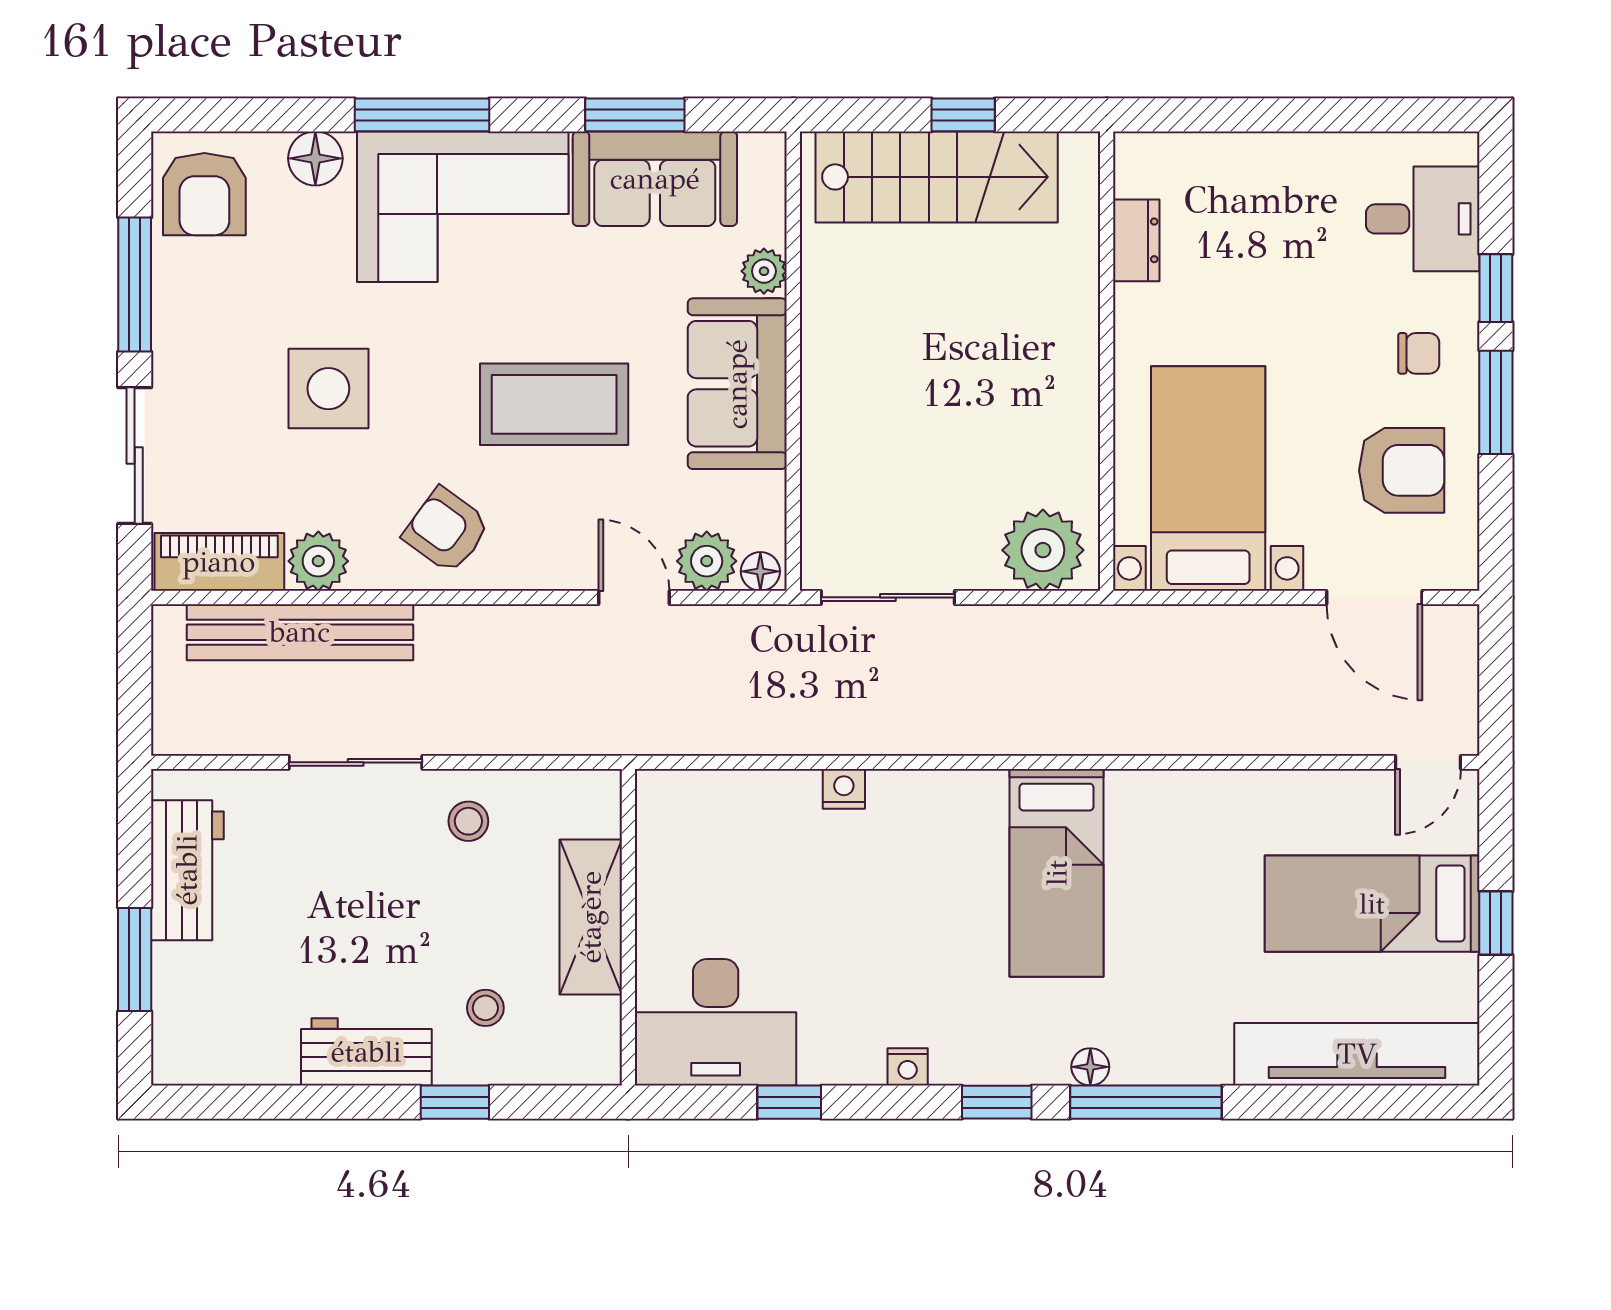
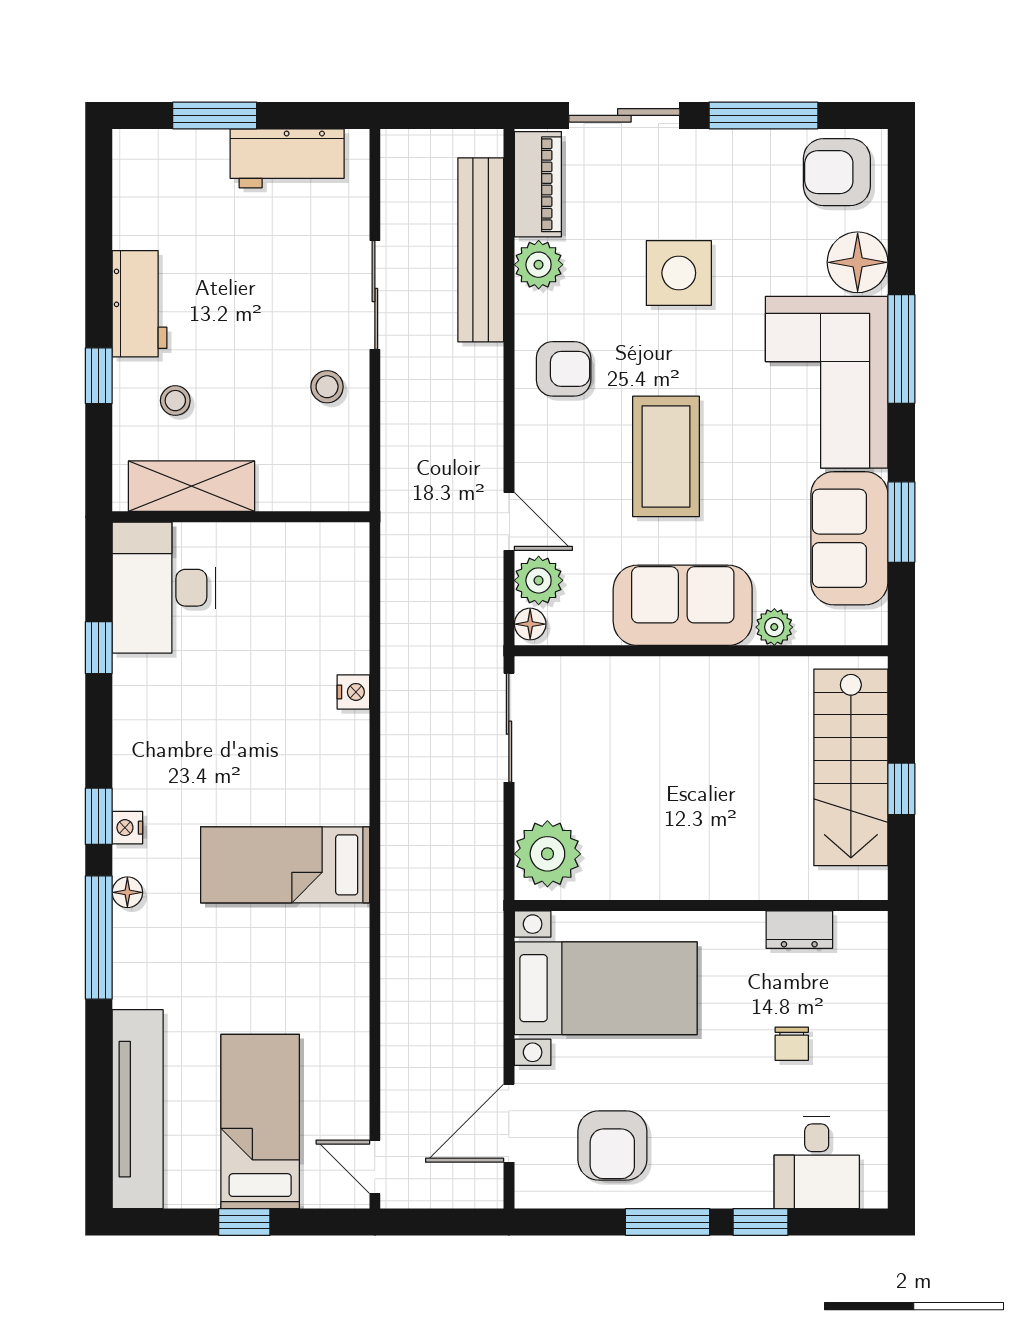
floor lamp: (315, 158) -> (858, 262), width x1.38, depth x1.38
chair: (1419, 353) -> (792, 1044), moved
armchair: (446, 530) -> (564, 369), turned 54
door: (634, 597) -> (509, 521), hinge flipped
shelving: (591, 917) -> (191, 486), moved
nightstand: (908, 1067) -> (127, 828), moved

